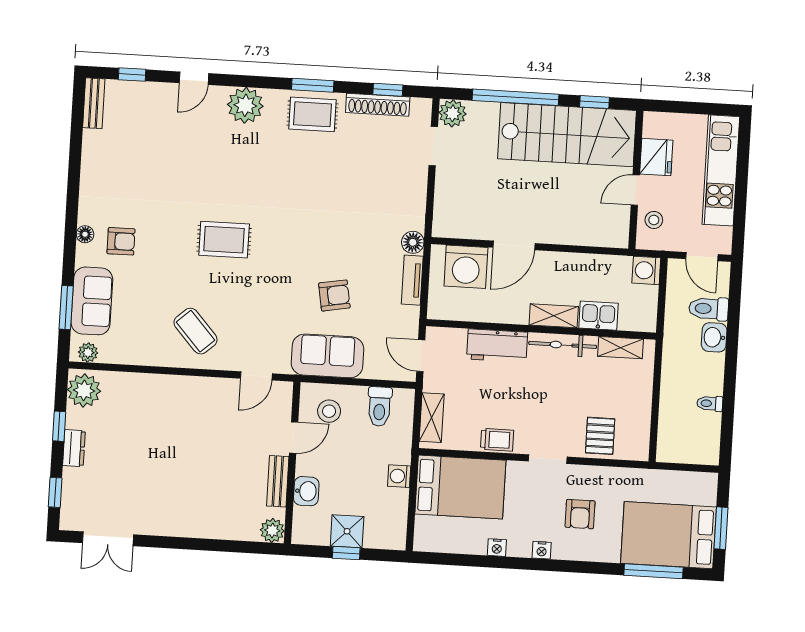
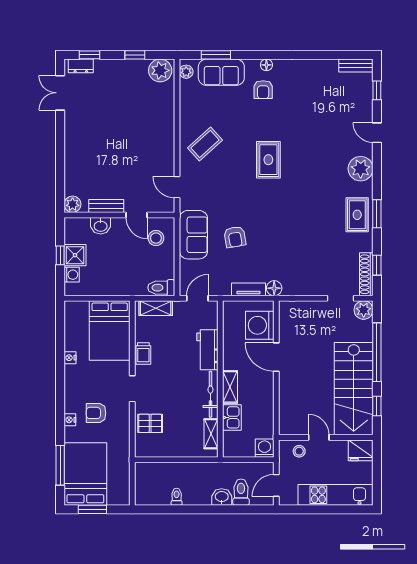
shoe rack: (378, 105) -> (366, 274), moved
fridge: (656, 157) -> (361, 450), moved
toilet: (380, 407) -> (161, 288), moved
dresser: (74, 448) -> (81, 66), moved
washing machine: (399, 476) -> (72, 275), moved, turned 90
nightstand: (542, 550) -> (70, 420), moved

